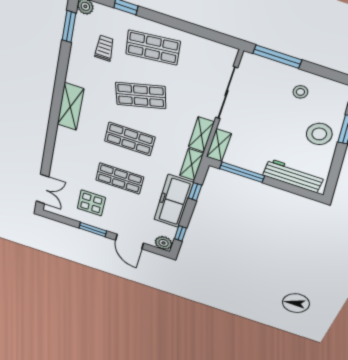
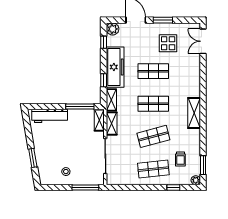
stool: (319, 134) -> (46, 150), removed

